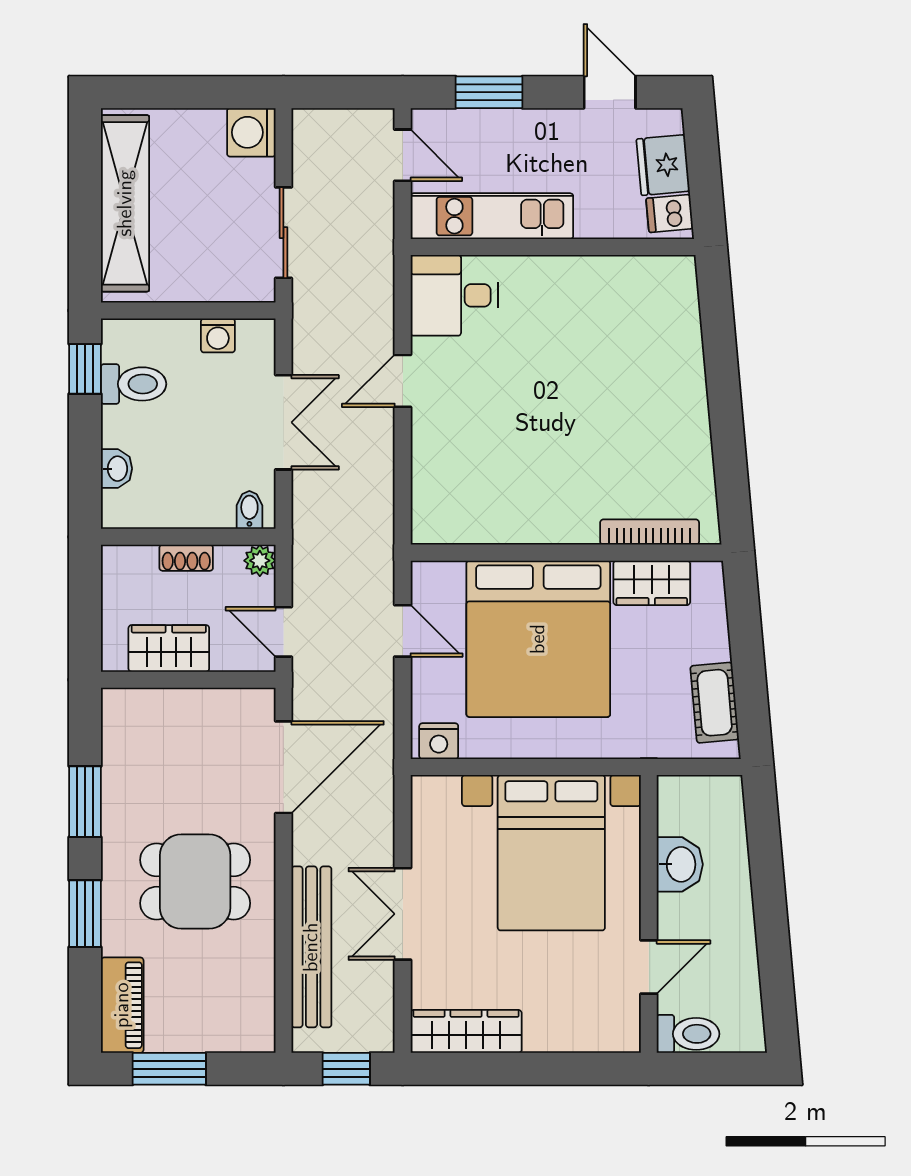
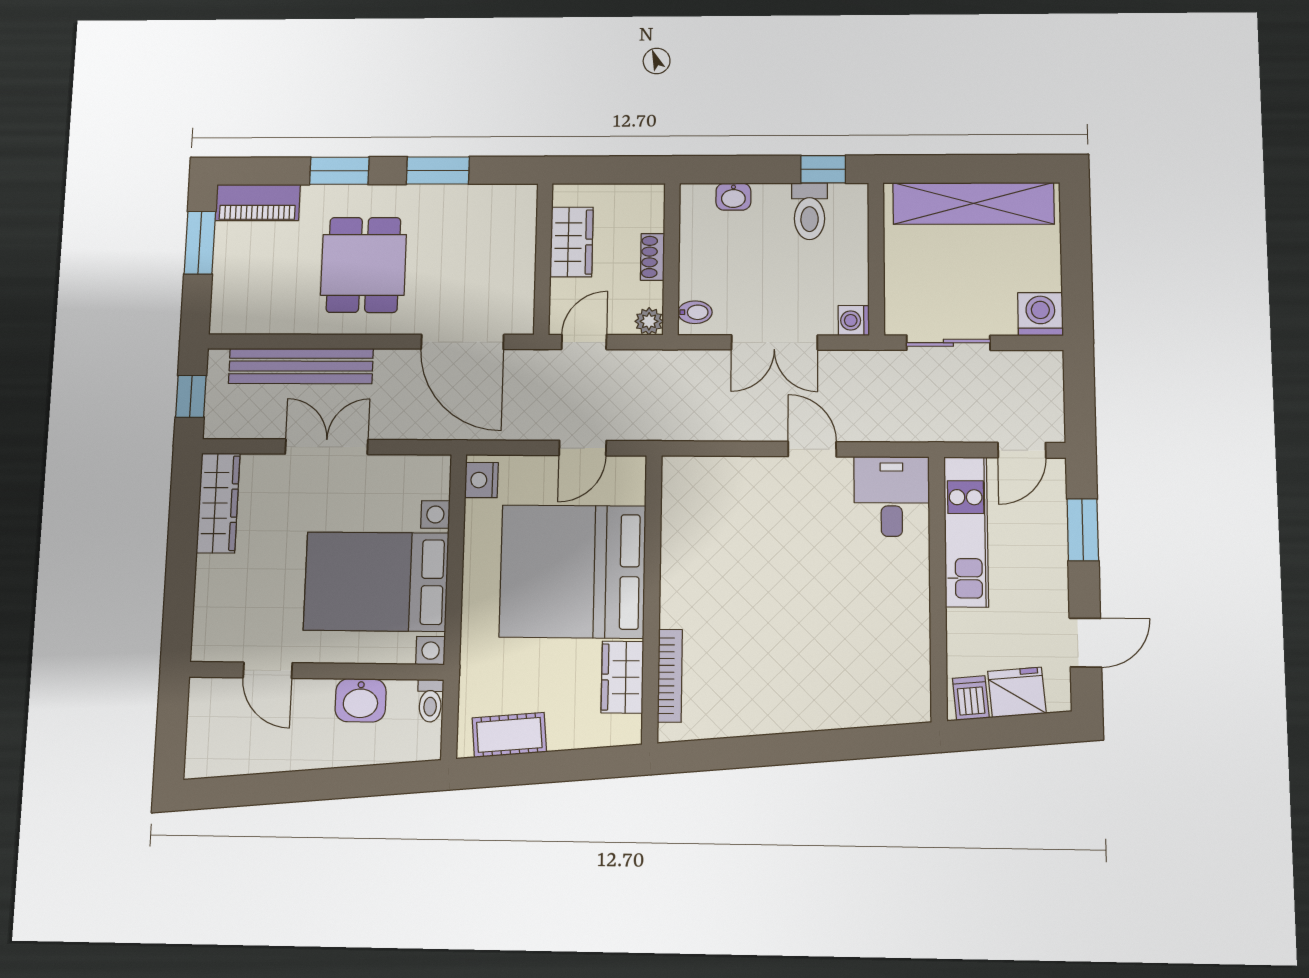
washing machine: (218, 335) -> (854, 320), moved
toilet: (688, 1034) -> (430, 701), moved, width x0.73, depth x0.72

